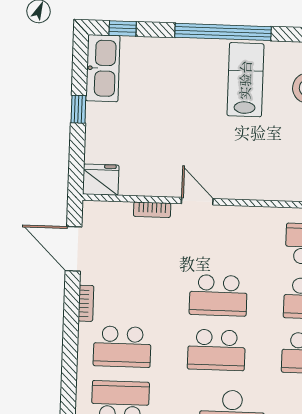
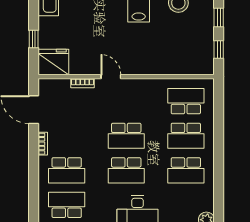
window: (78, 109) -> (34, 39), moved
fridge: (101, 180) -> (53, 62), width x1.36, depth x1.34

